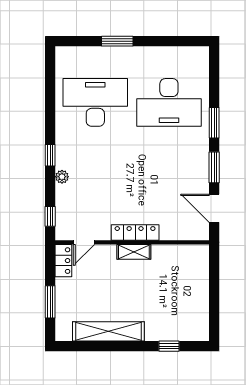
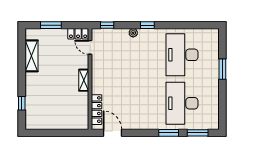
desk: (95, 102) -> (182, 55), turned 180
window: (214, 167) -> (198, 133), moved
door: (214, 208) -> (112, 133), hinge flipped
locker: (135, 232) -> (97, 110), moved
shelving: (108, 331) -> (31, 56), width x0.68

